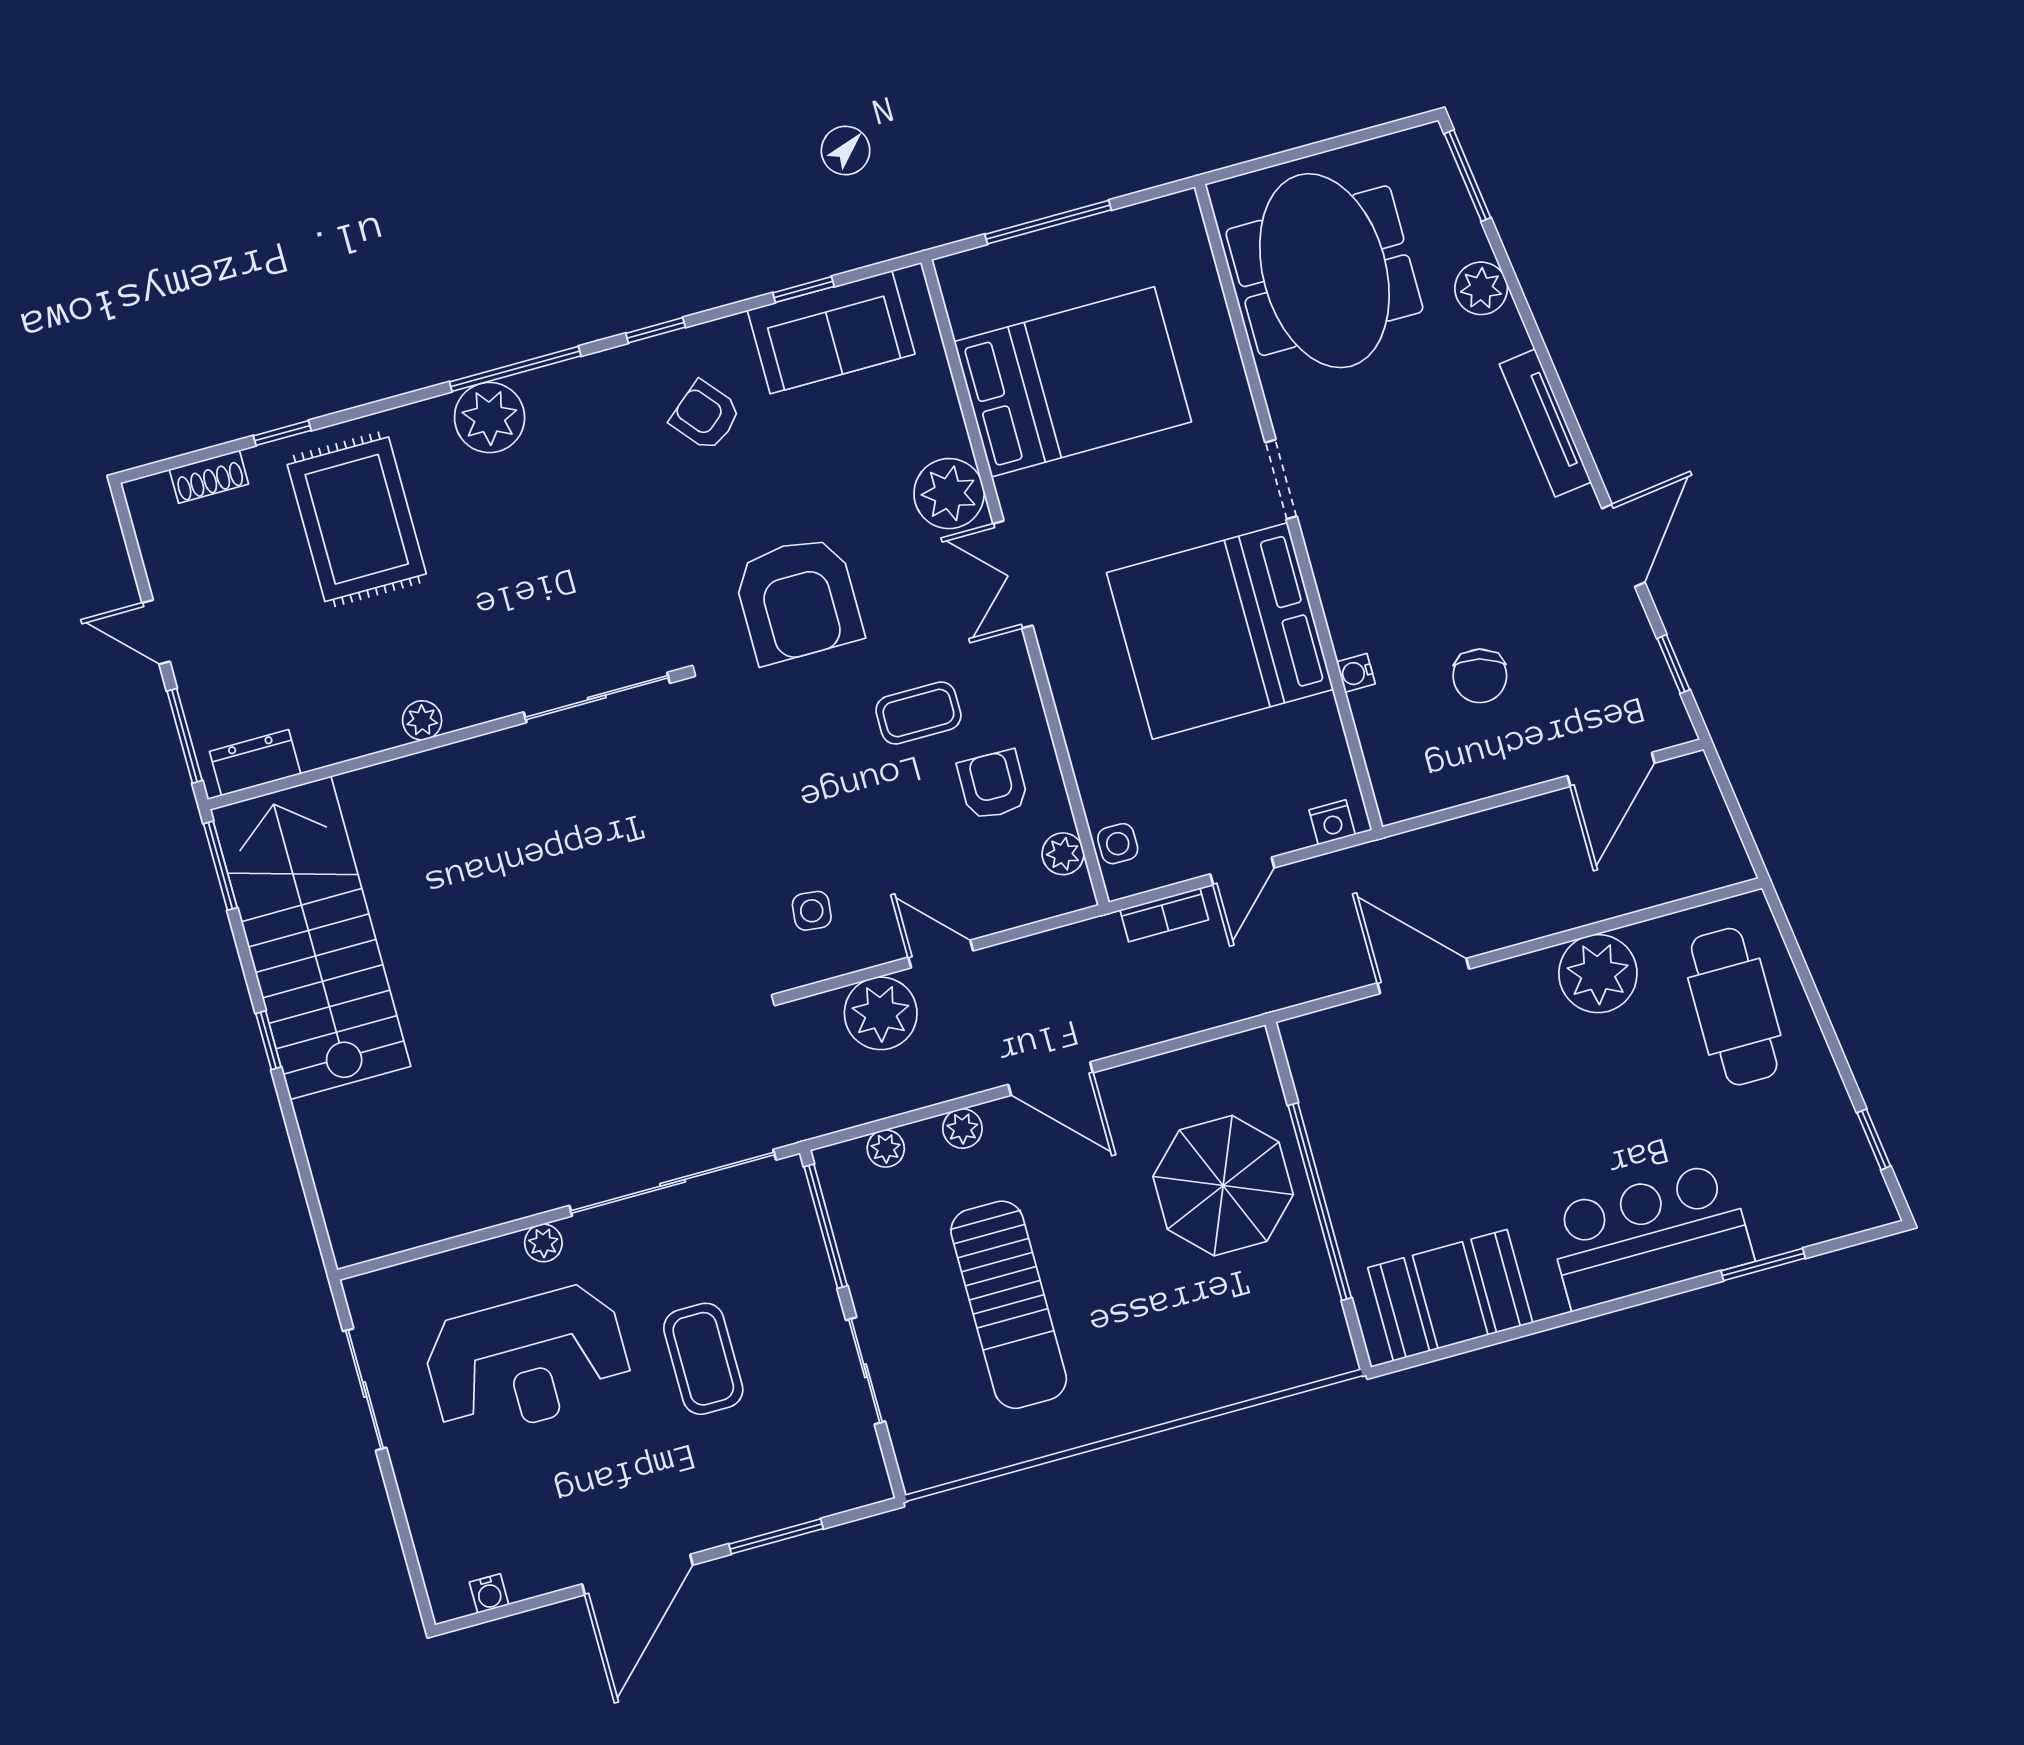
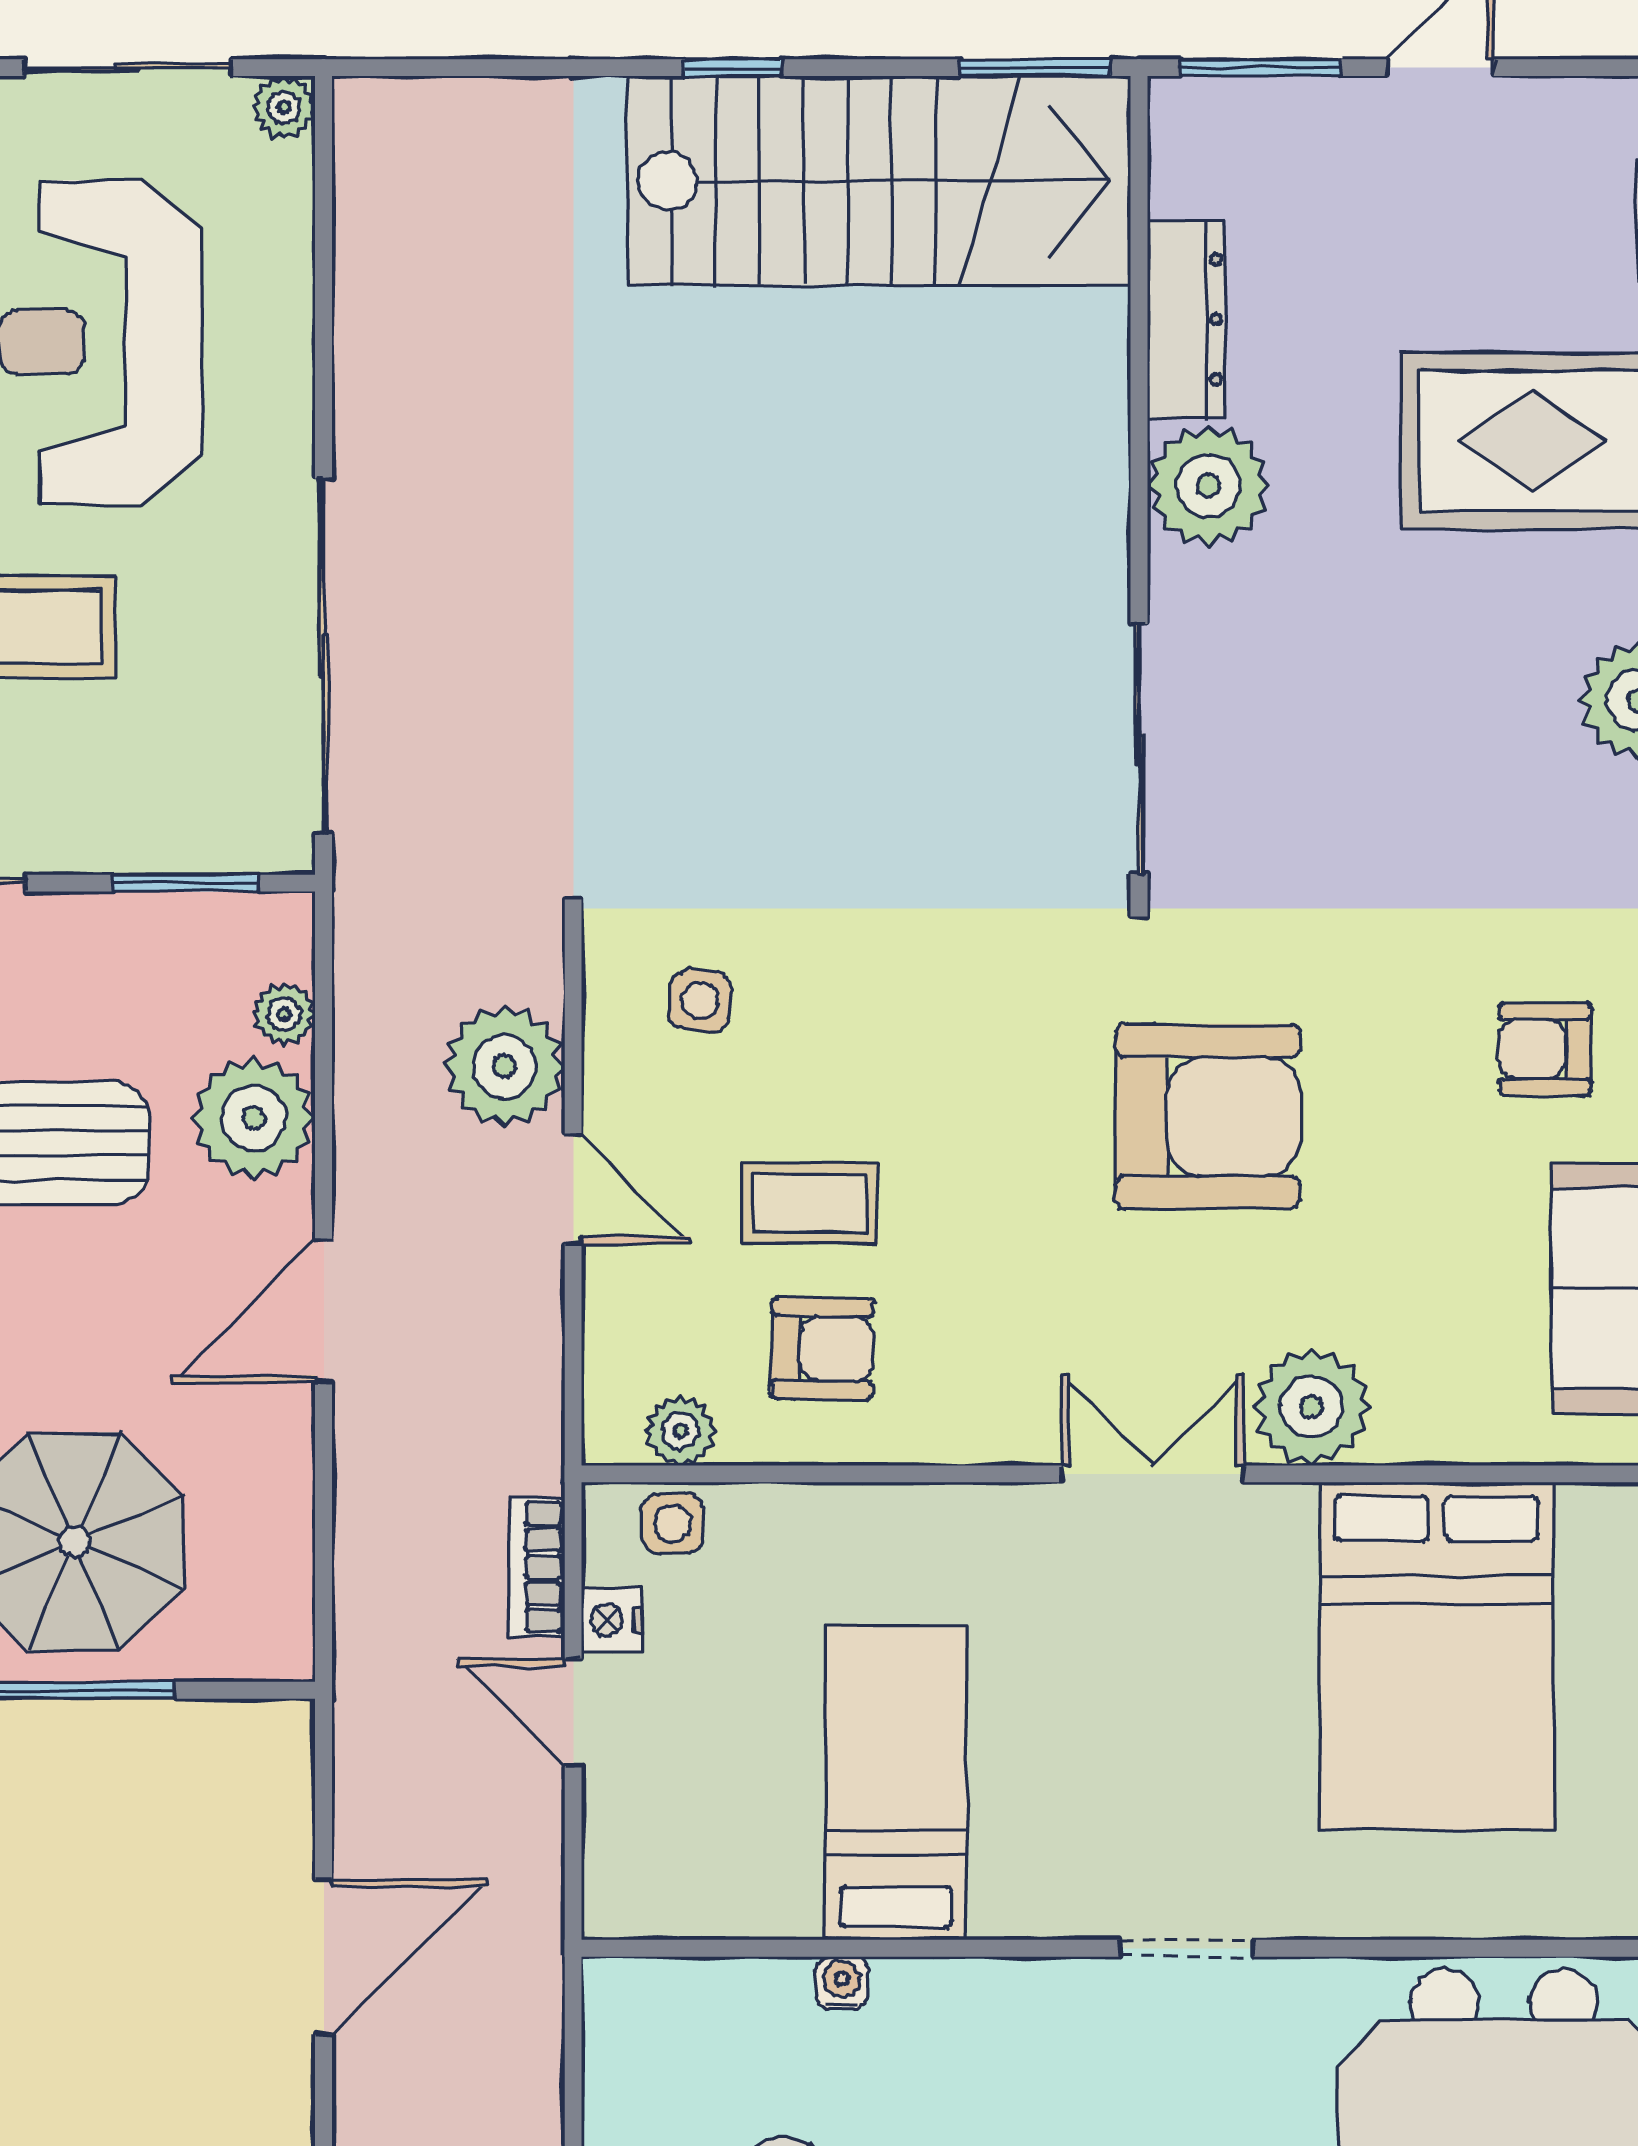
armchair: (705, 416) -> (1545, 1049), turned -140
armchair: (798, 600) -> (1208, 1116), turned 180
bed: (1220, 631) -> (896, 1783), width x0.49
coffee table: (918, 713) -> (810, 1203), moved, turned 90
plant: (422, 720) -> (1208, 486), width x1.87, depth x1.87
dresser: (255, 763) -> (1186, 319), moved, width x1.44
nightstand: (1332, 822) -> (612, 1620), moved
door: (941, 954) -> (573, 1189), hinge flipped
plant: (962, 1128) -> (254, 1118), width x1.87, depth x1.87
window: (826, 1226) -> (186, 883), width x0.69
plant: (543, 1243) -> (284, 107), moved

